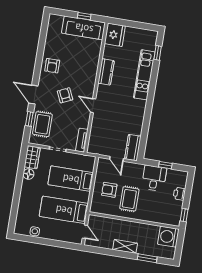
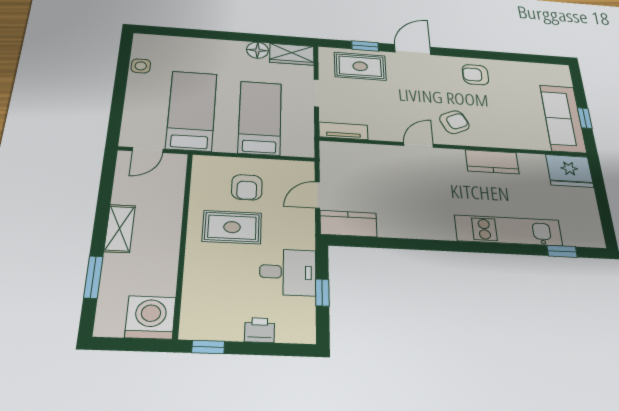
armchair: (65, 95) -> (454, 122), moved
armchair: (109, 190) -> (247, 187), turned 180

